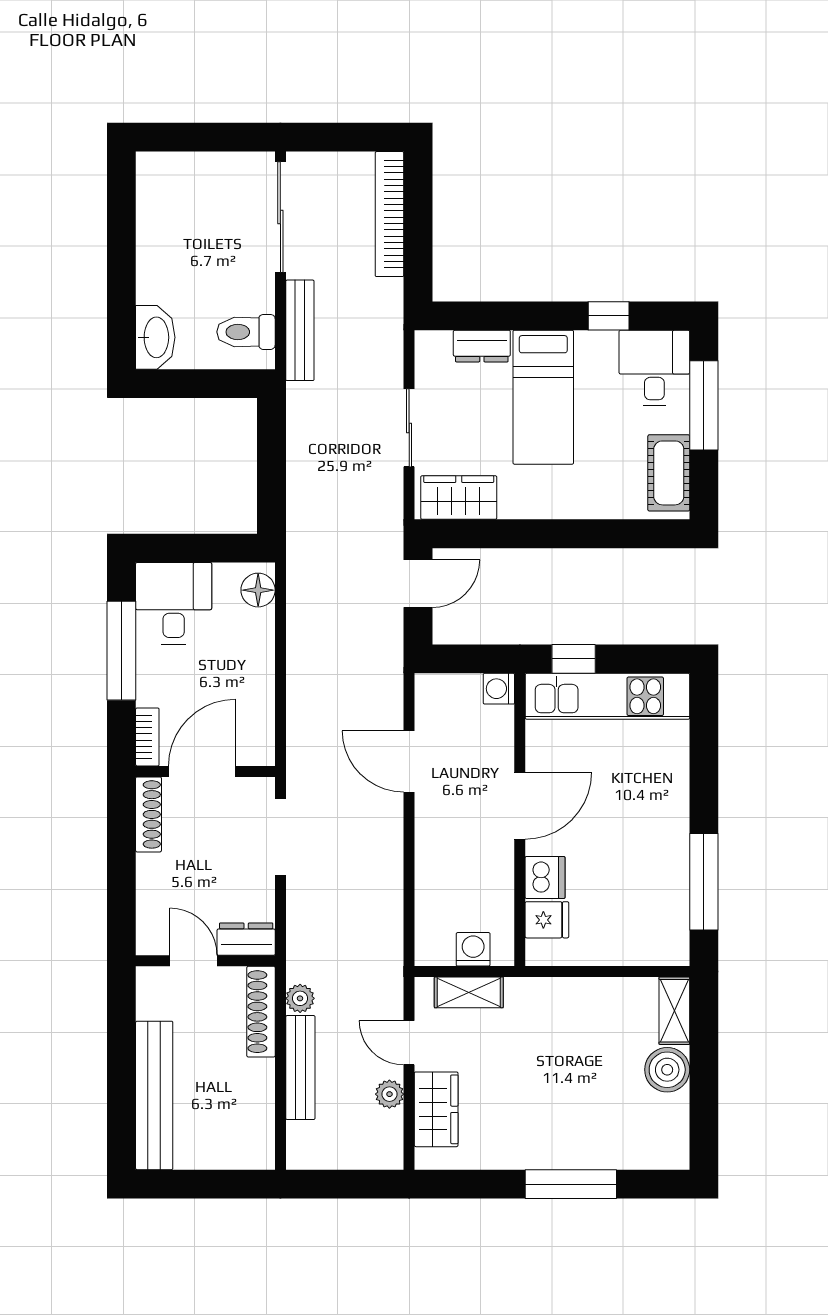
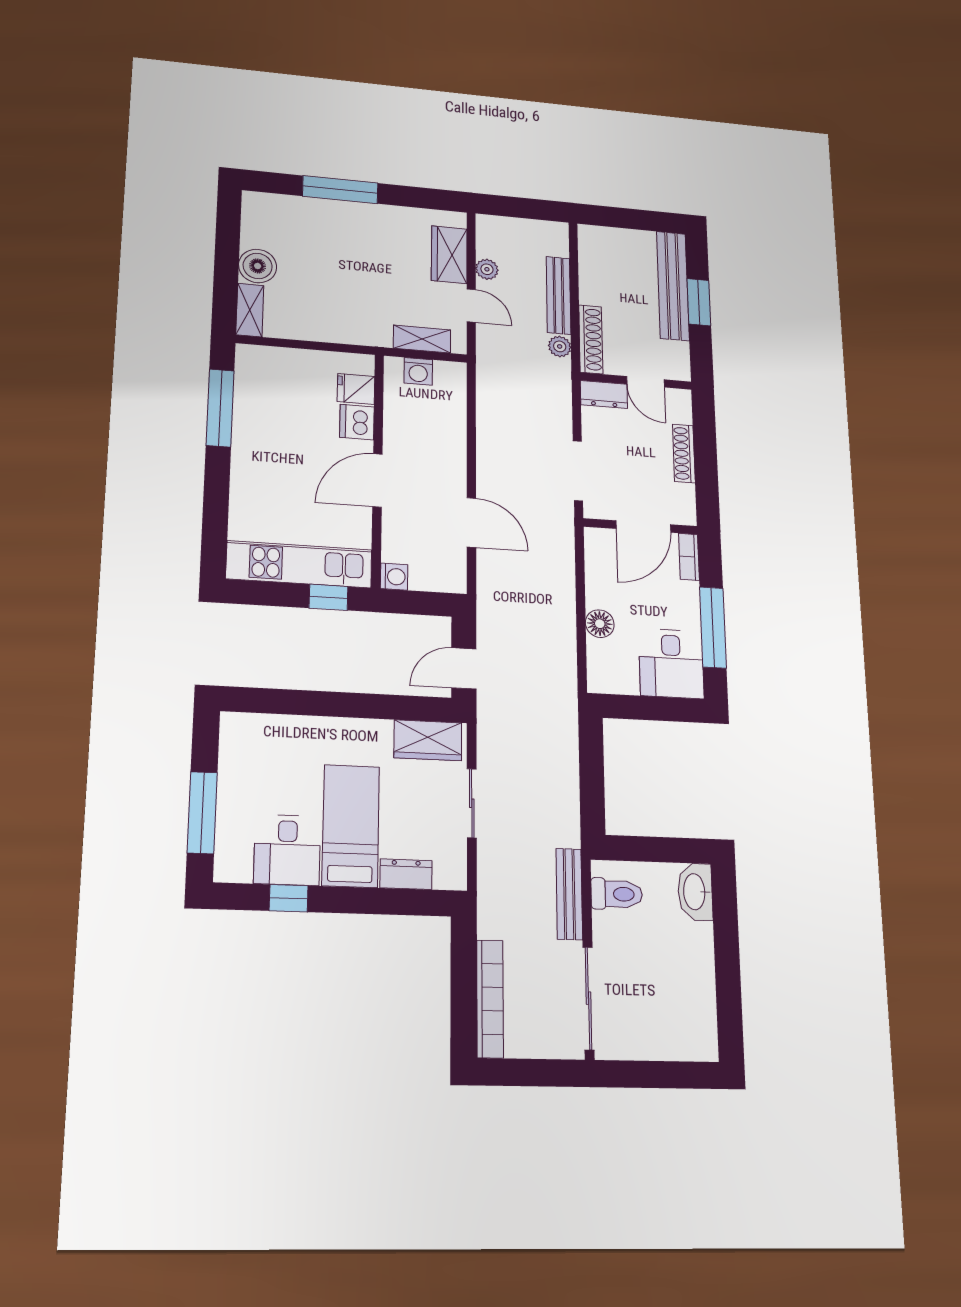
desk: (654, 368) -> (287, 850), moved
cot: (669, 473) -> (237, 753), removed
floor lamp: (258, 590) -> (600, 624), moved
shoe rack: (148, 814) -> (684, 454), moved
window: (121, 1076) -> (699, 302), added

